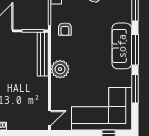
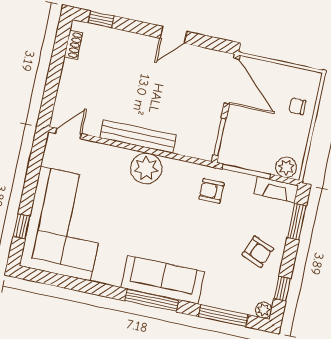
bench: (43, 54) -> (138, 136), moved
window: (135, 89) -> (87, 286), removed
door: (50, 118) -> (68, 133), swing flipped

